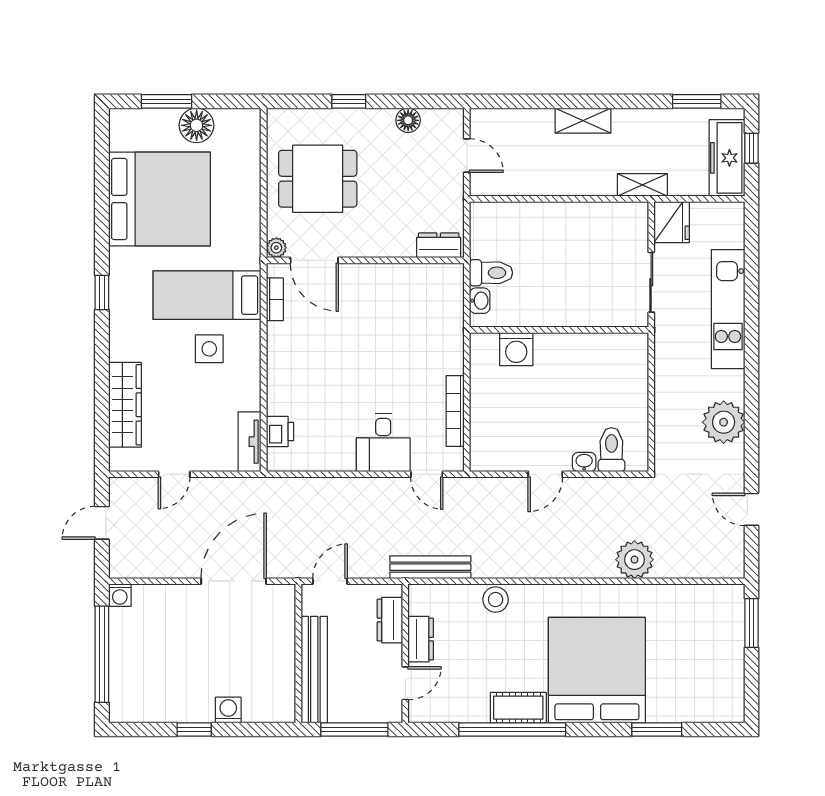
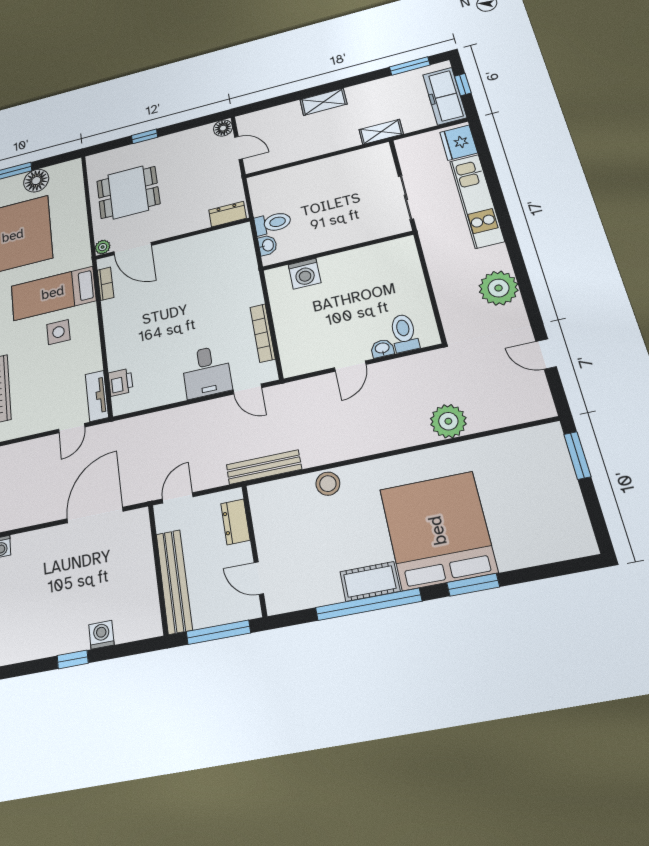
floor lamp: (408, 120) -> (223, 128), moved
fridge: (672, 222) -> (459, 143), moved, turned 180
door: (174, 474) -> (72, 428), moved
dresser: (421, 639) -> (266, 534), removed
door: (405, 683) -> (259, 578), swing flipped
window: (657, 730) -> (473, 585), moved

